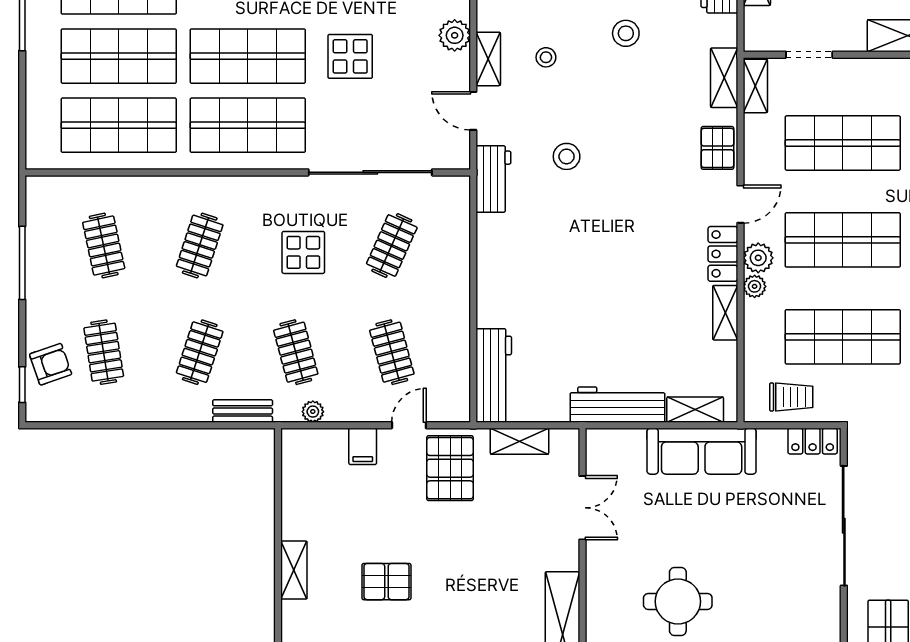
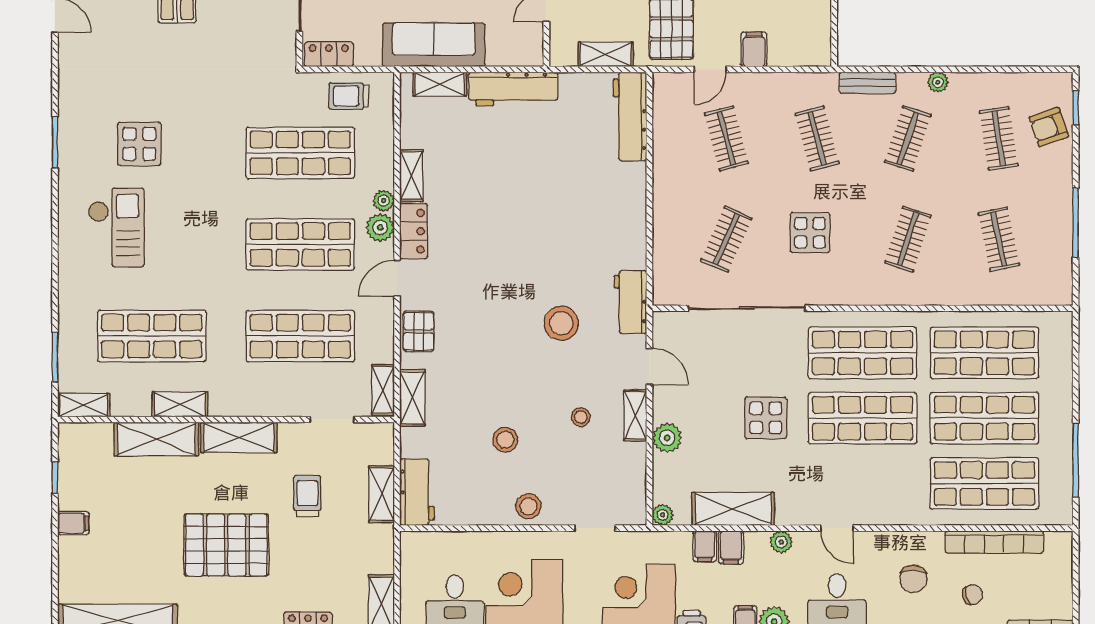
stool: (567, 156) -> (561, 323), width x1.38, depth x1.38
plant: (313, 412) -> (938, 82), moved

